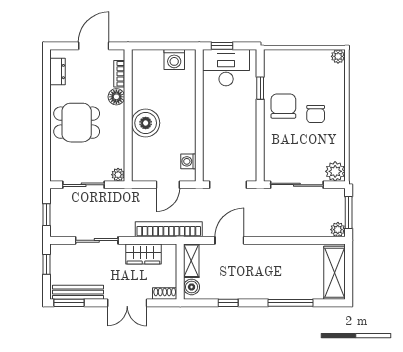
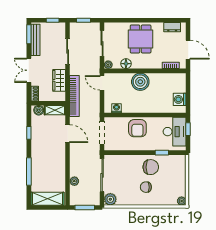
floor lamp: (116, 97) -> (126, 64), moved
armchair: (221, 128) -> (137, 128), added
door: (168, 185) -> (102, 83), moved
plant: (338, 230) -> (74, 181), moved

